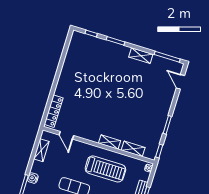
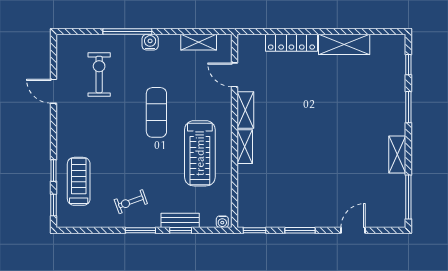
shelving: (68, 67) -> (344, 44), added
door: (180, 82) -> (353, 230), moved
locker: (54, 111) -> (291, 43), moved
door: (66, 135) -> (235, 75), hinge flipped
shelving: (133, 149) -> (245, 110), moved

